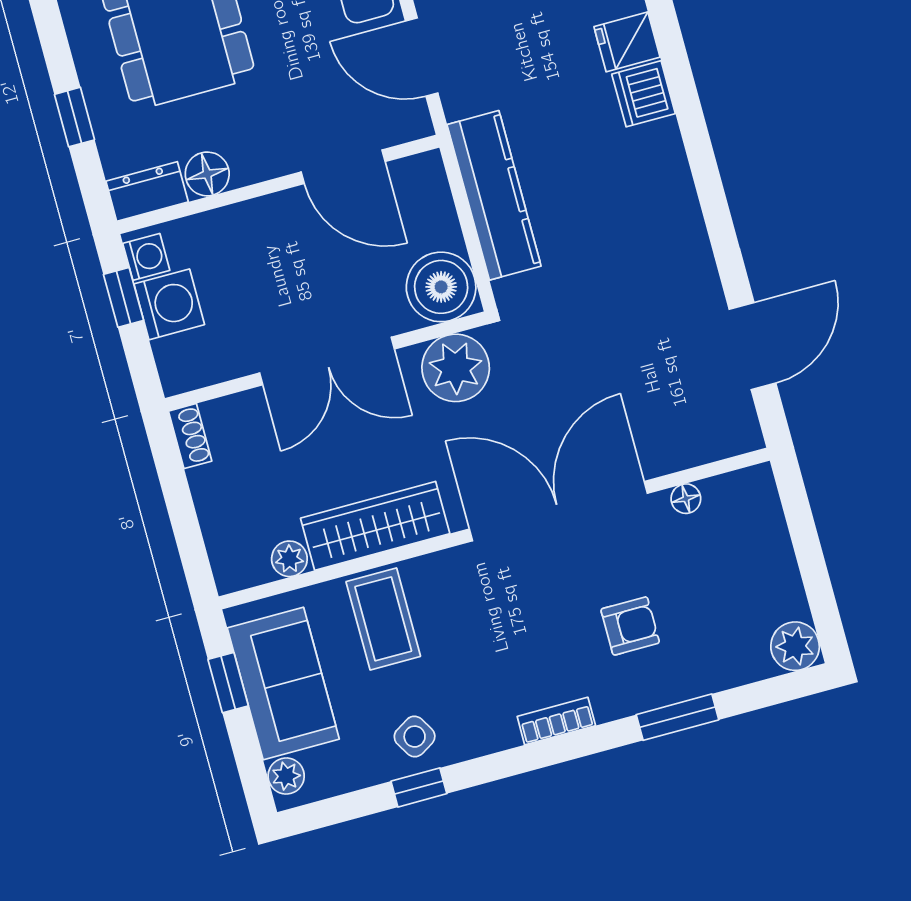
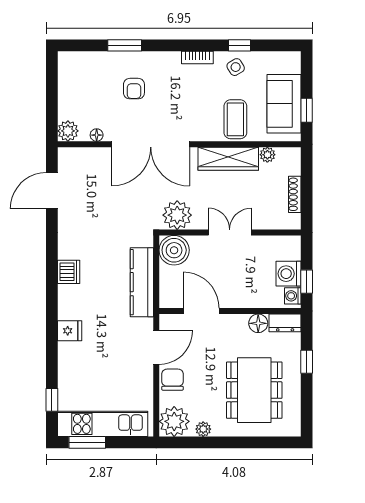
door: (422, 57) -> (156, 348), hinge flipped
dishwasher: (644, 94) -> (69, 272), moved
double door: (327, 361) -> (230, 232), width x0.73
shoe rack: (190, 436) -> (295, 194), moved, width x1.43
armchair: (630, 626) -> (134, 89), turned -90
plant: (795, 646) -> (68, 131), moved
bookcase: (556, 721) -> (197, 58), moved
plant: (286, 776) -> (293, 65), removed

